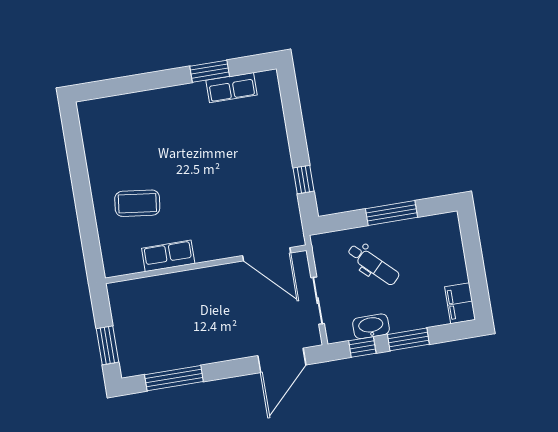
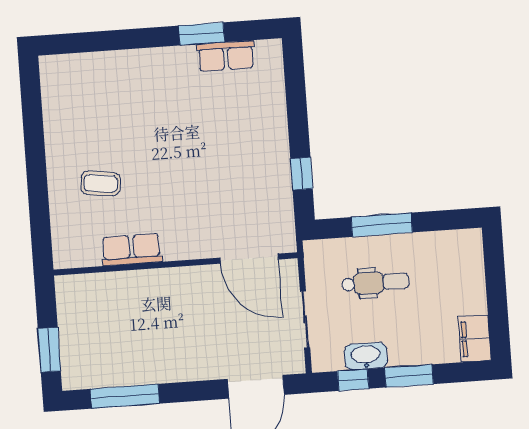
coffee table: (137, 203) -> (101, 183), width x0.73, depth x0.77
window: (392, 213) -> (382, 225), moved
dental chair: (373, 264) -> (375, 283), turned -44

